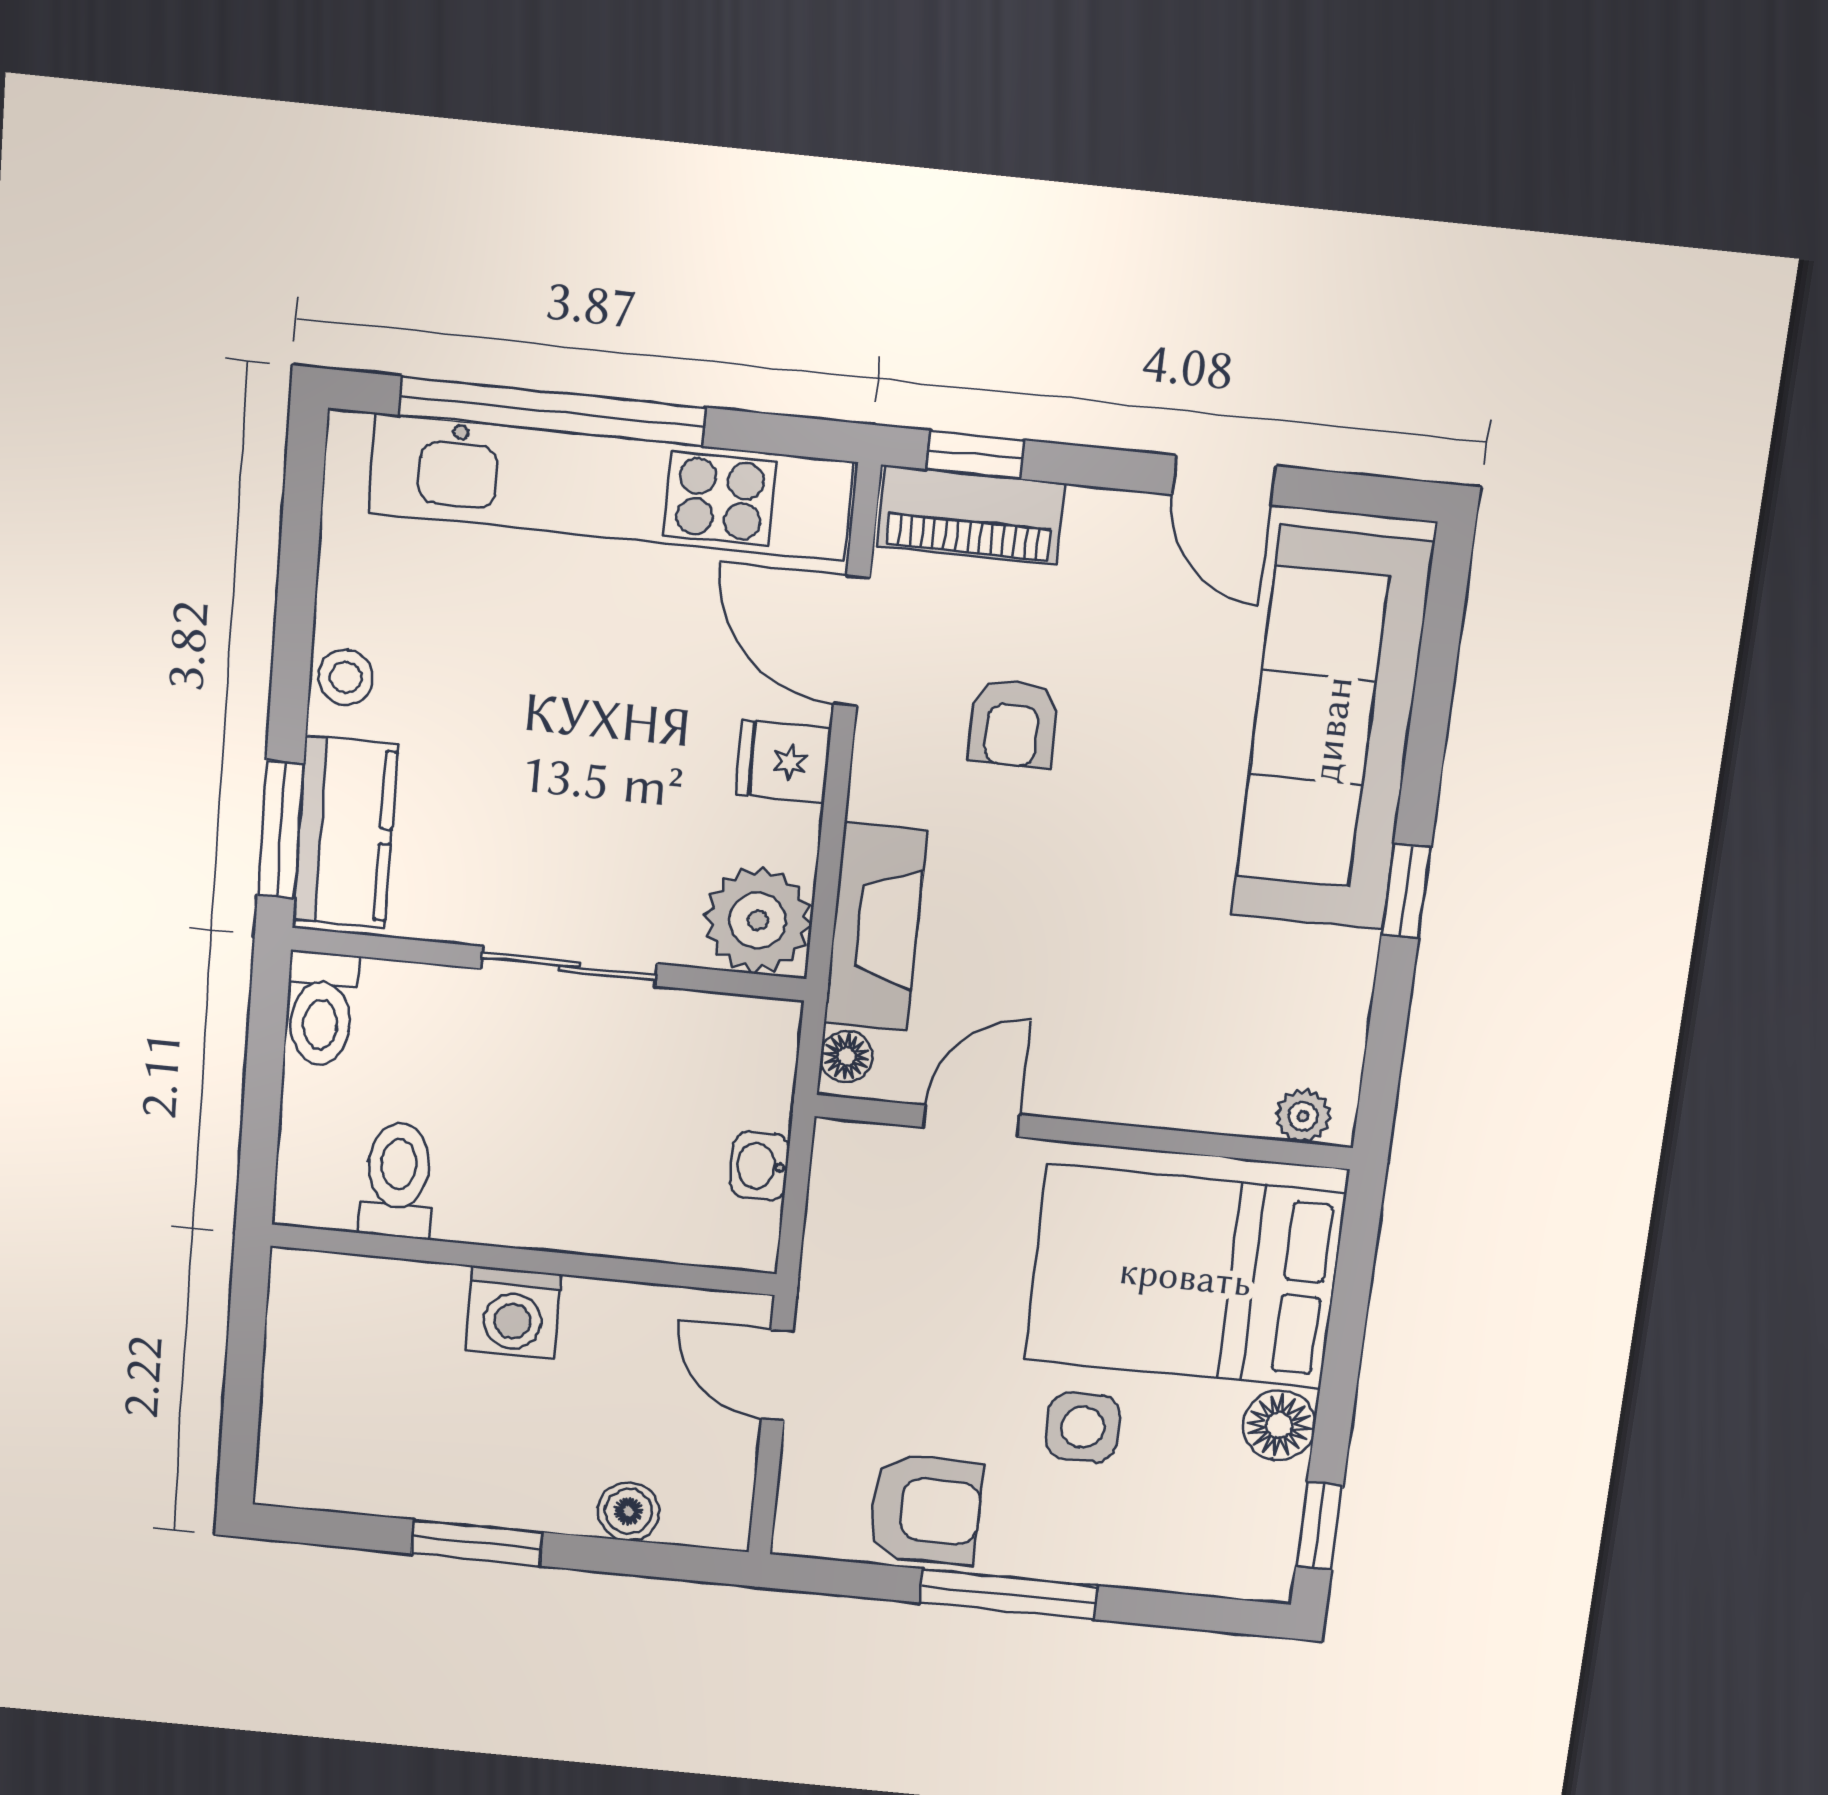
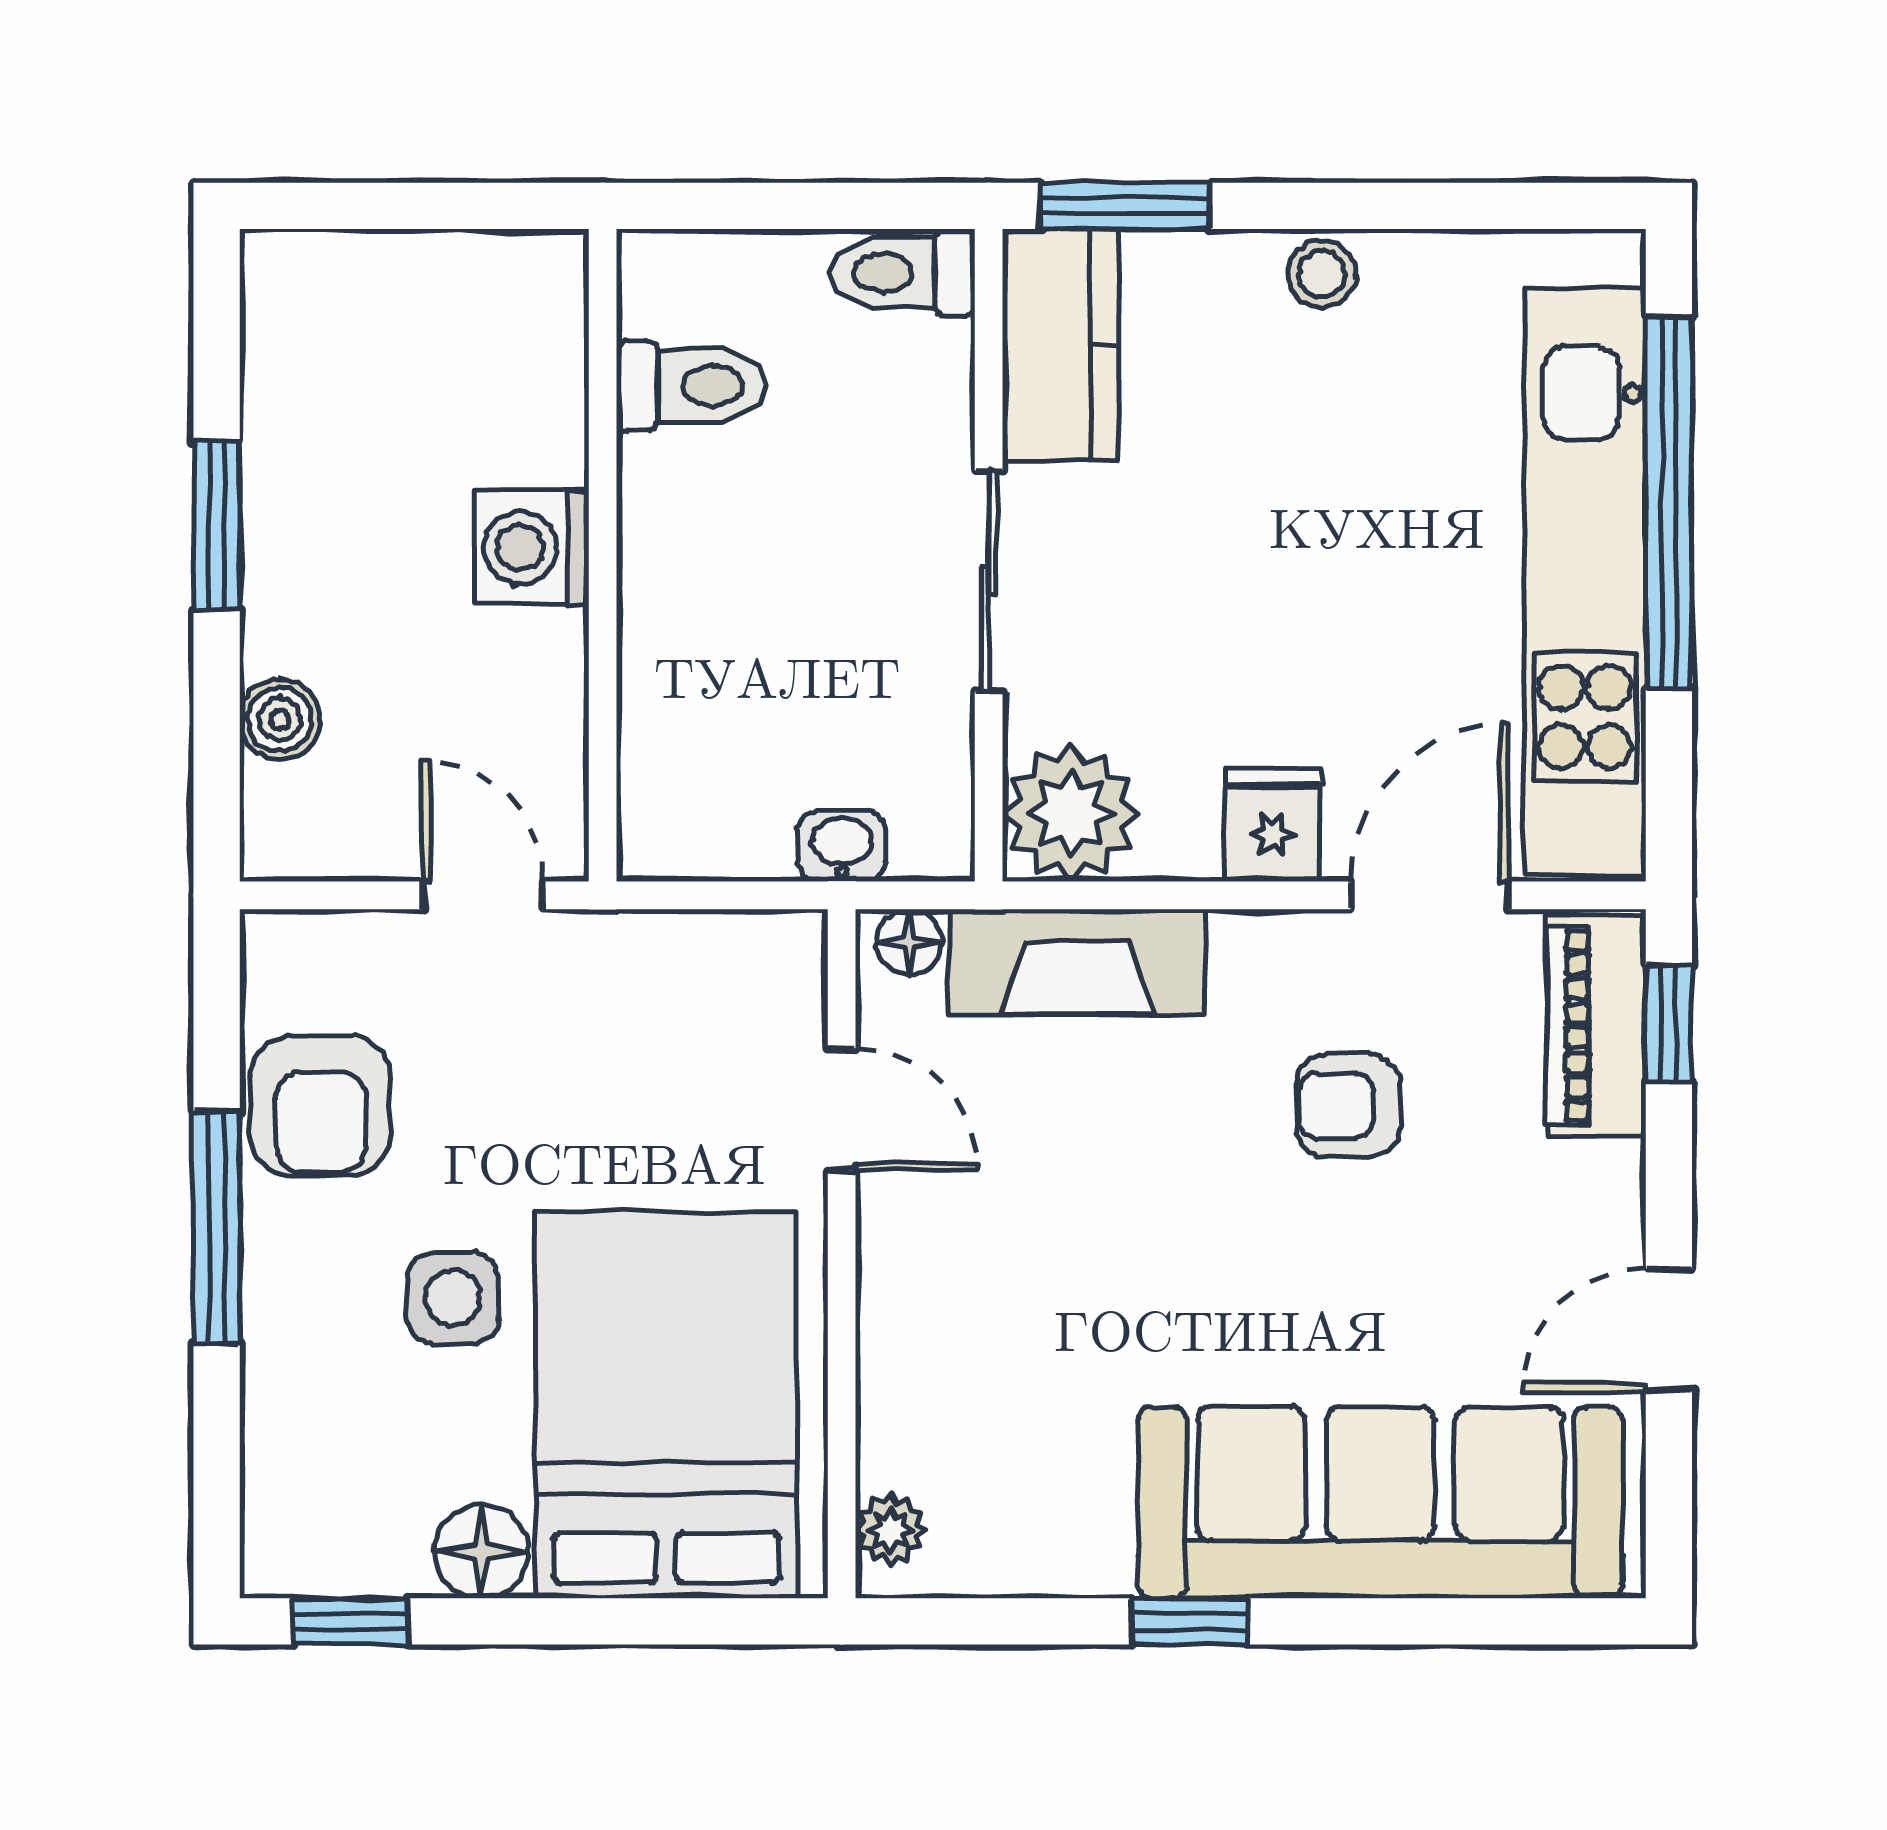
kitchen counter: (345, 832) -> (1060, 345), moved, turned -90
washbasin: (760, 1166) -> (842, 846), moved
door: (777, 1375) -> (483, 895), hinge flipped

